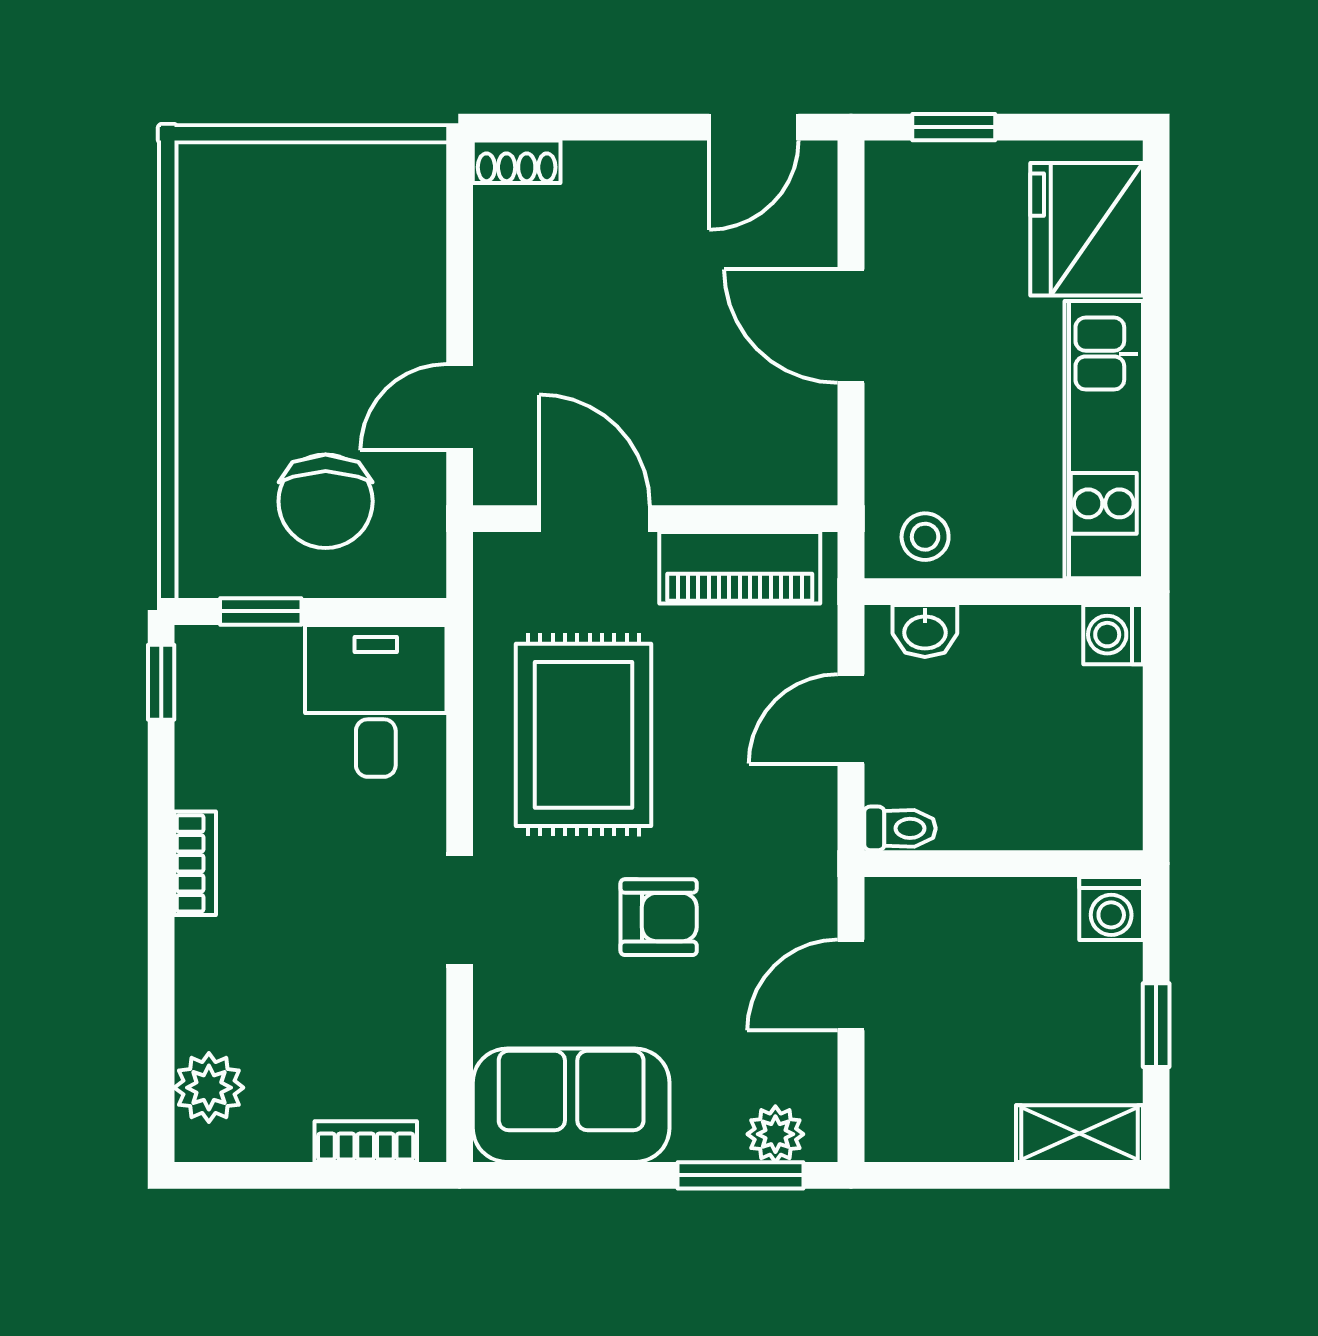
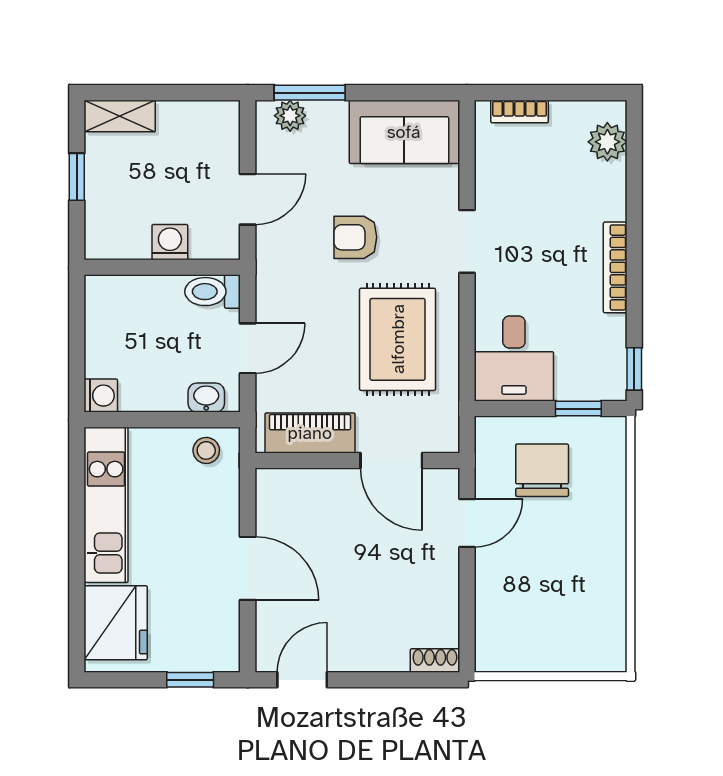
toilet: (900, 828) -> (213, 292), width x1.37, depth x1.39
bookcase: (195, 863) -> (615, 267), width x1.56
washing machine: (1111, 909) -> (170, 242), moved

